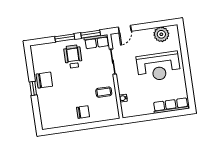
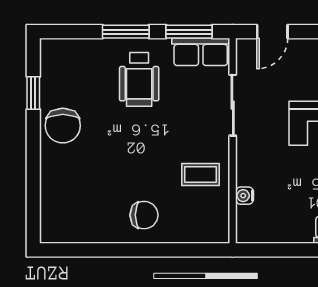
wheelchair: (73, 57) -> (139, 79), turned 180
chair: (44, 80) -> (63, 126), turned 90
window: (33, 88) -> (33, 93), moved

